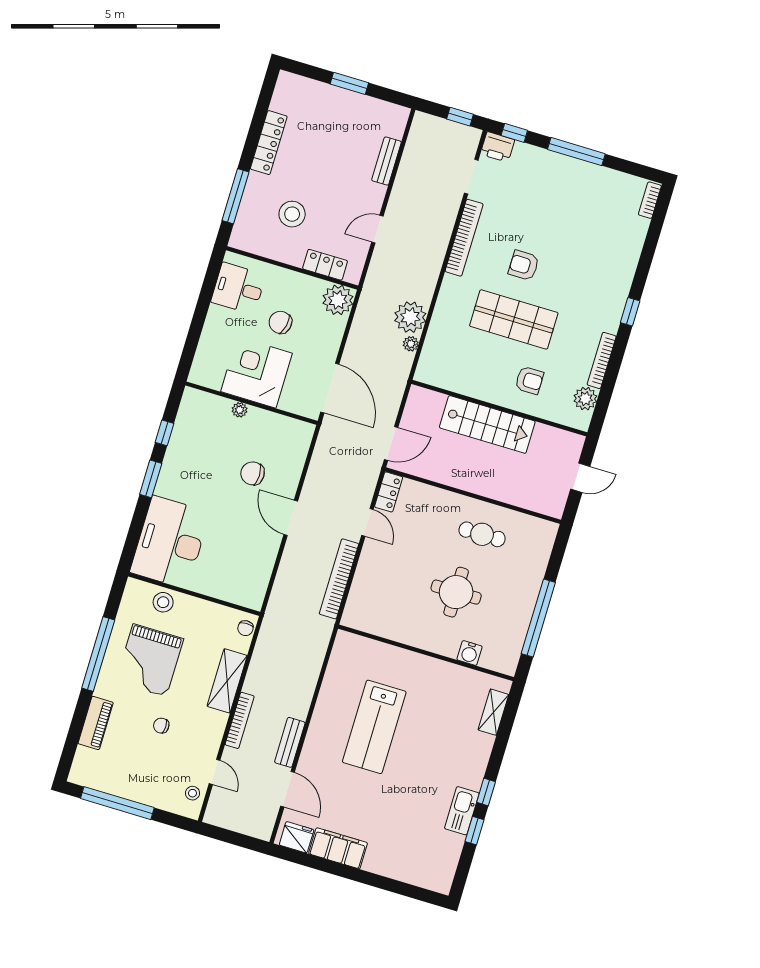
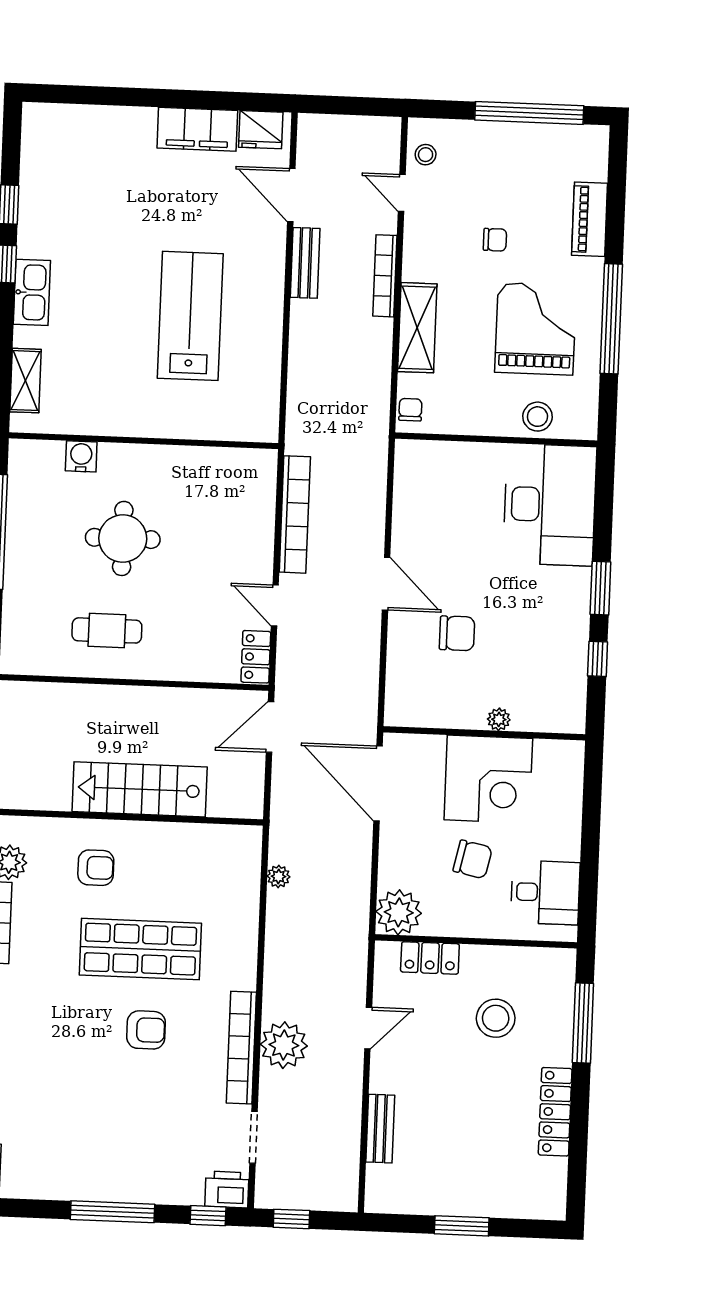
plant: (410, 317) -> (284, 1045), moved
armchair: (529, 380) -> (96, 868), turned 180
kitchen sink: (462, 811) -> (32, 292), moved

